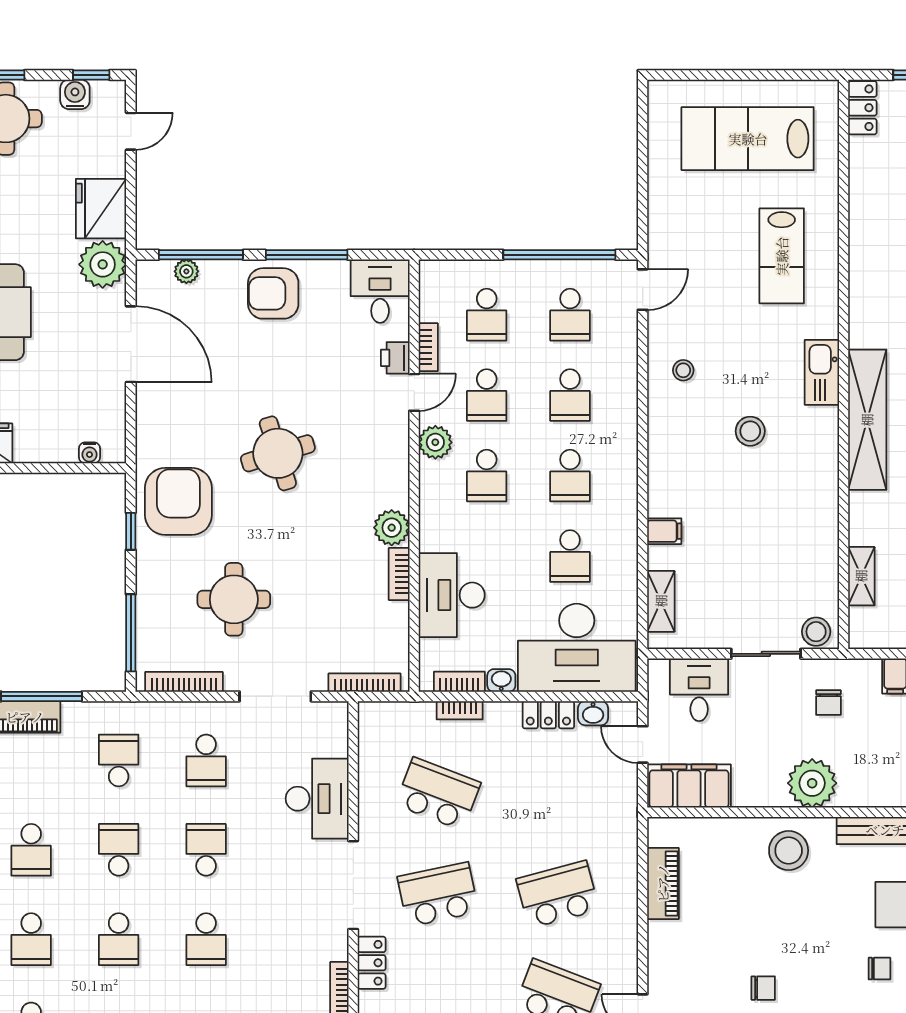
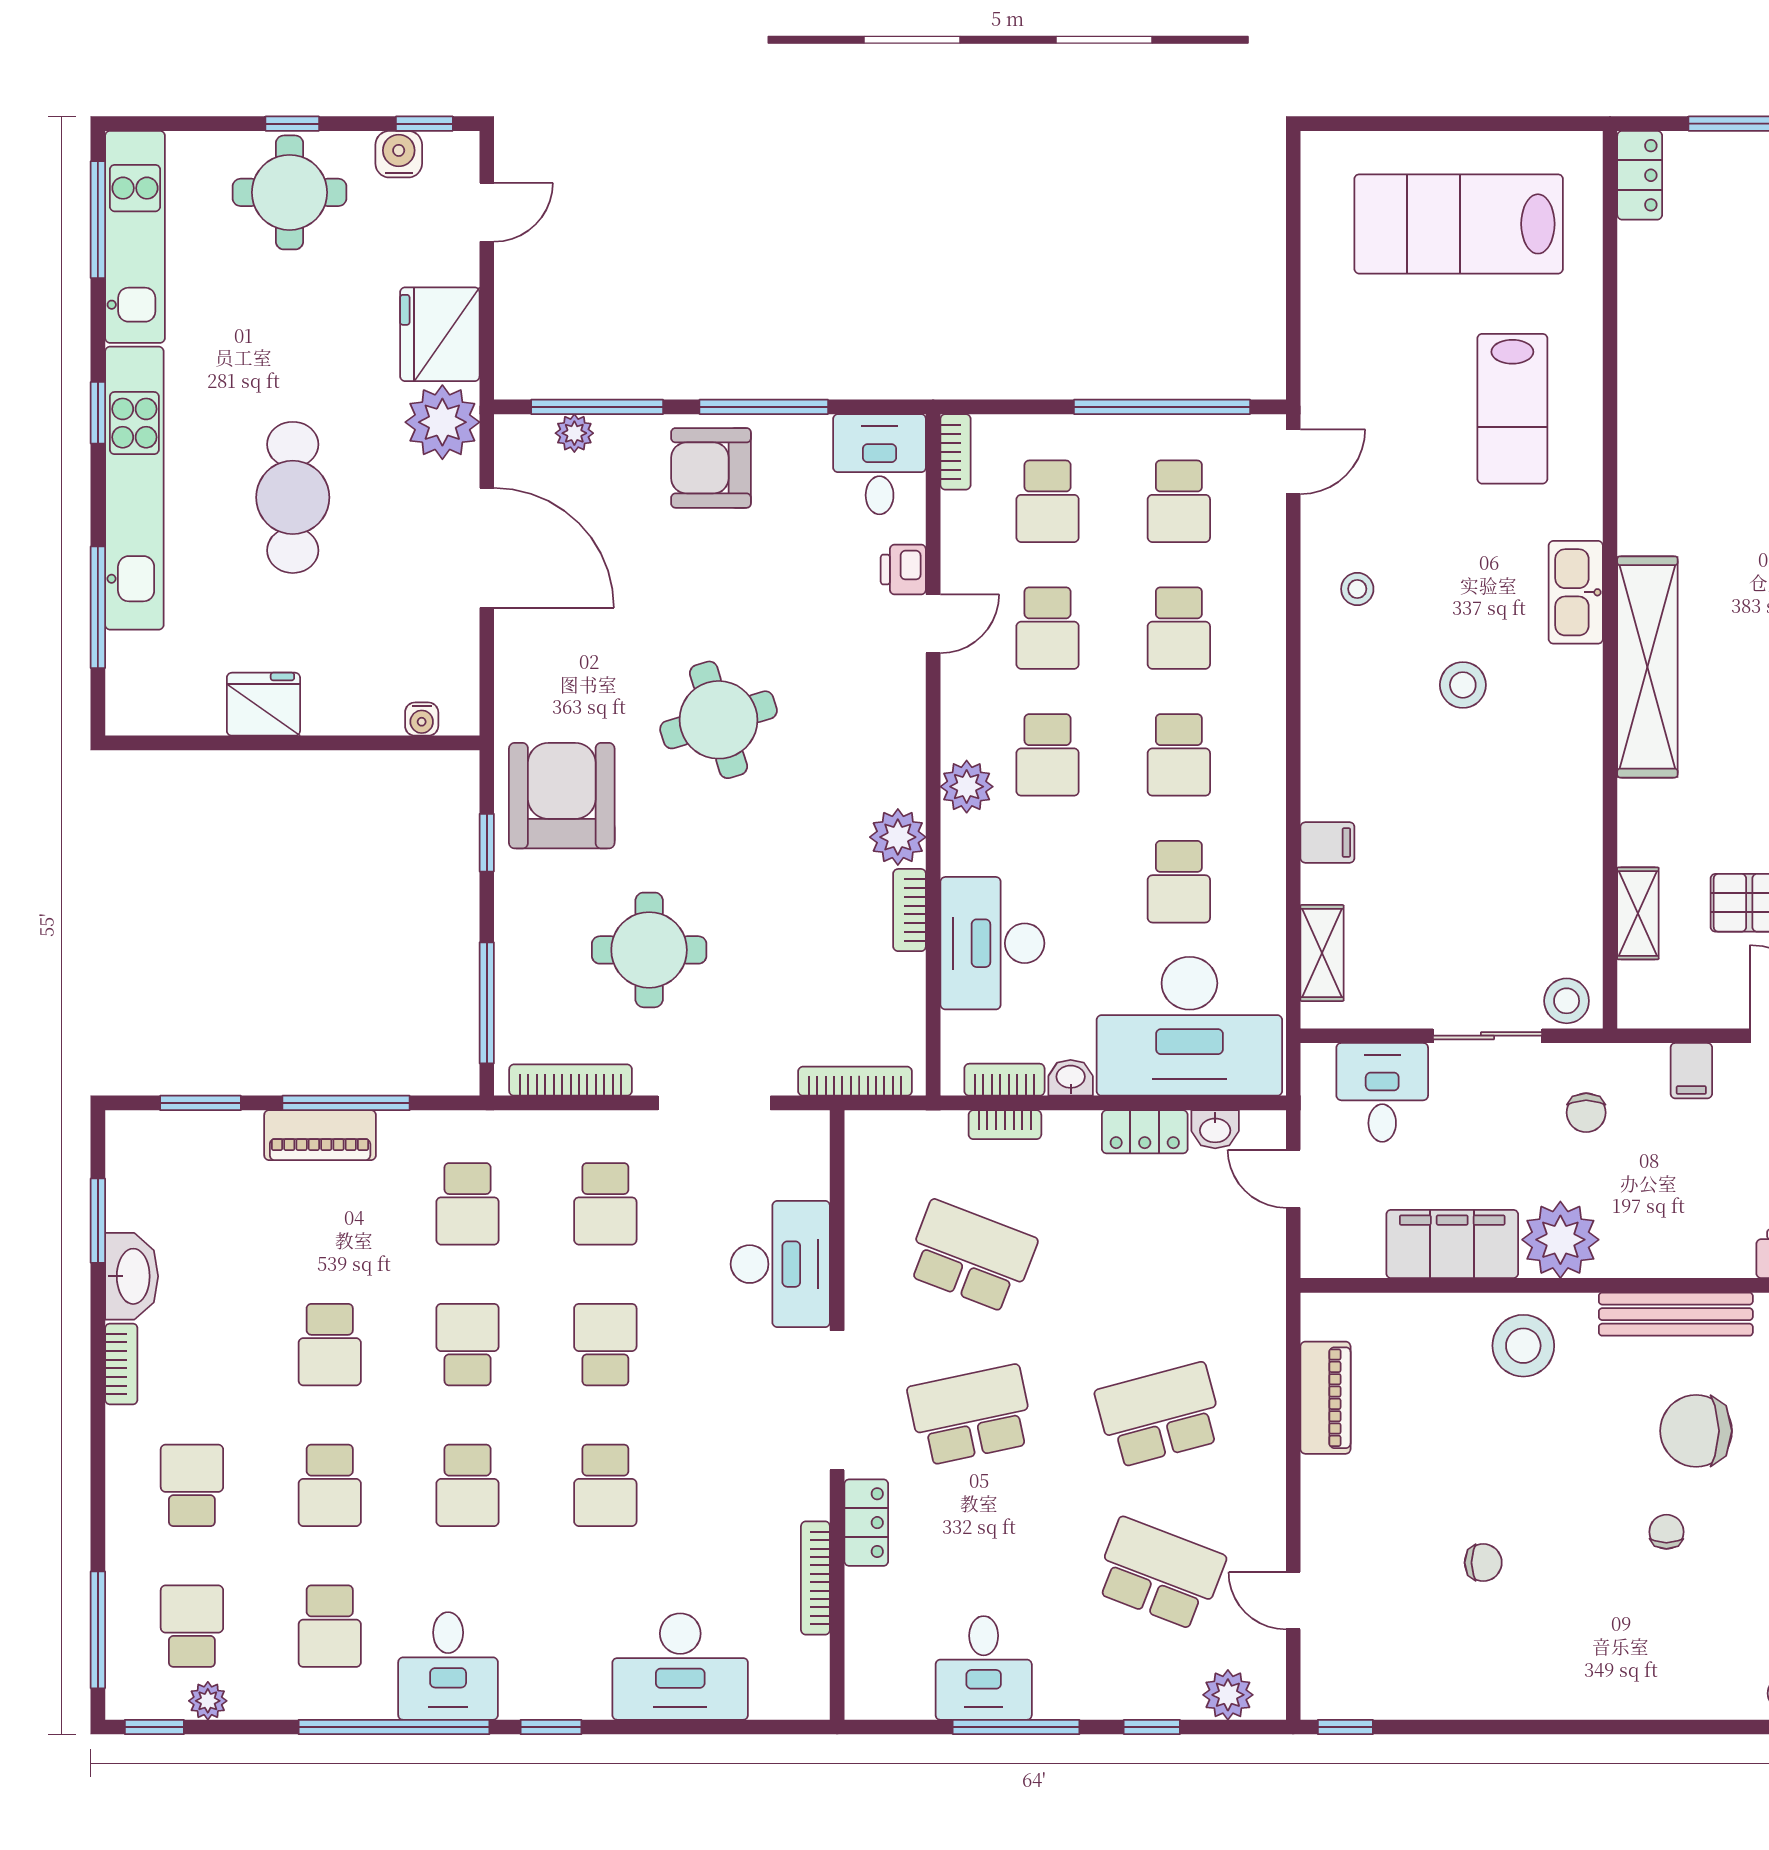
bookcase: (428, 347) -> (955, 452), moved
plant: (435, 442) -> (967, 787), moved
school desk: (119, 760) -> (468, 1204), turned 180
filing cabinet: (689, 786) -> (1452, 1244), moved
chair: (879, 969) -> (1666, 1532), turned -90

